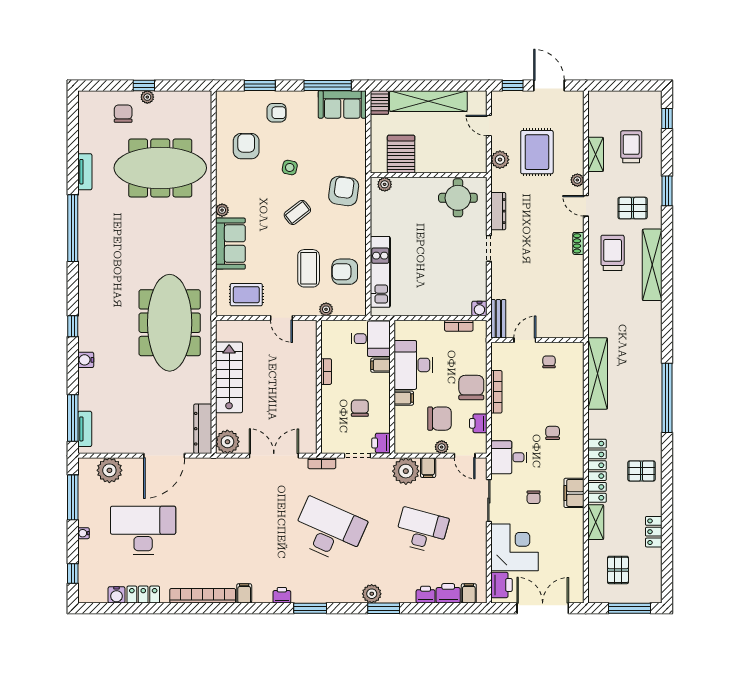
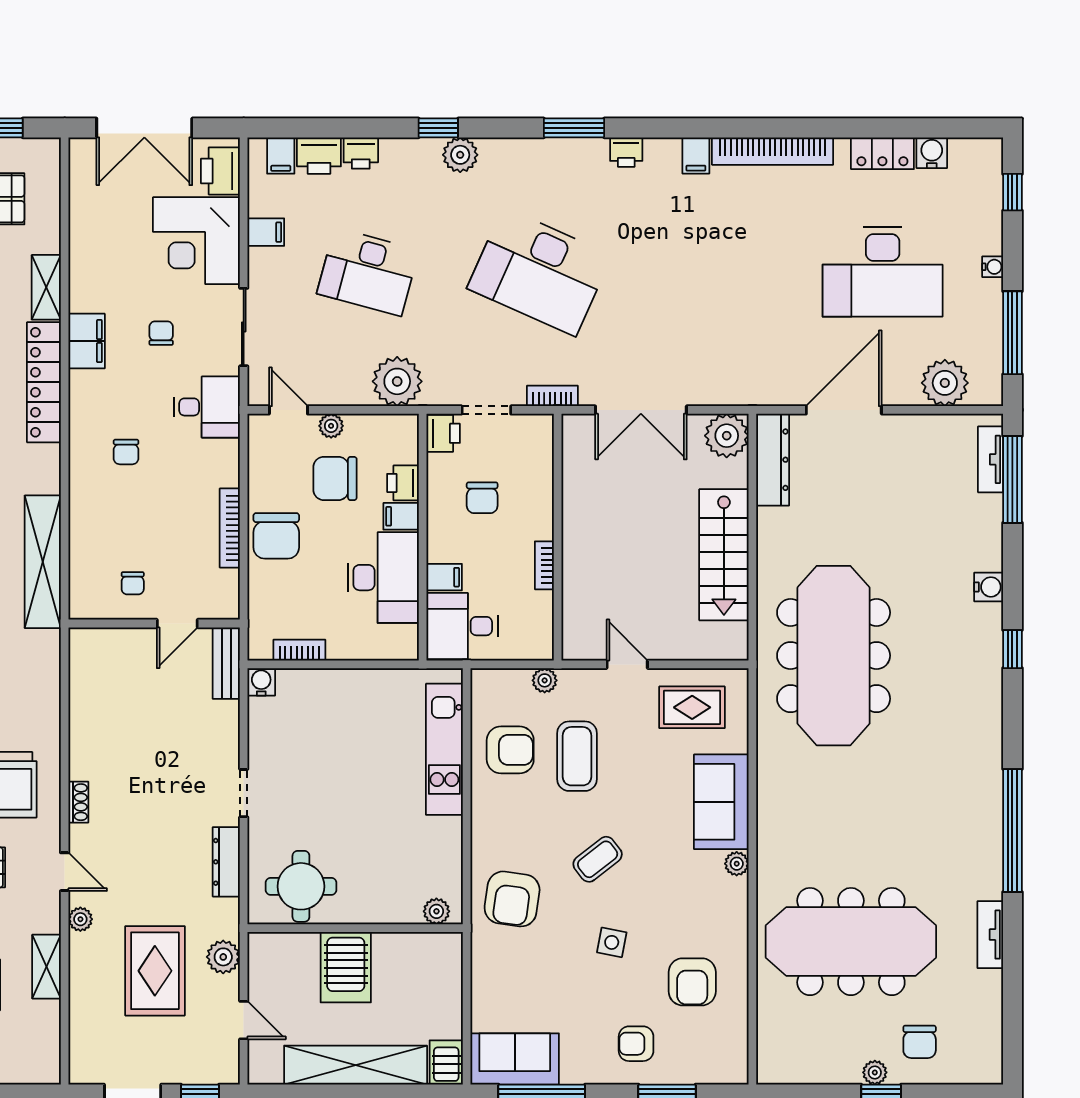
server rack: (401, 154) -> (346, 967), moved
printer: (478, 423) -> (403, 483), moved, turned 180
filing cabinet: (428, 468) -> (266, 232), moved, turned 90
window: (384, 608) -> (438, 128), width x0.67

